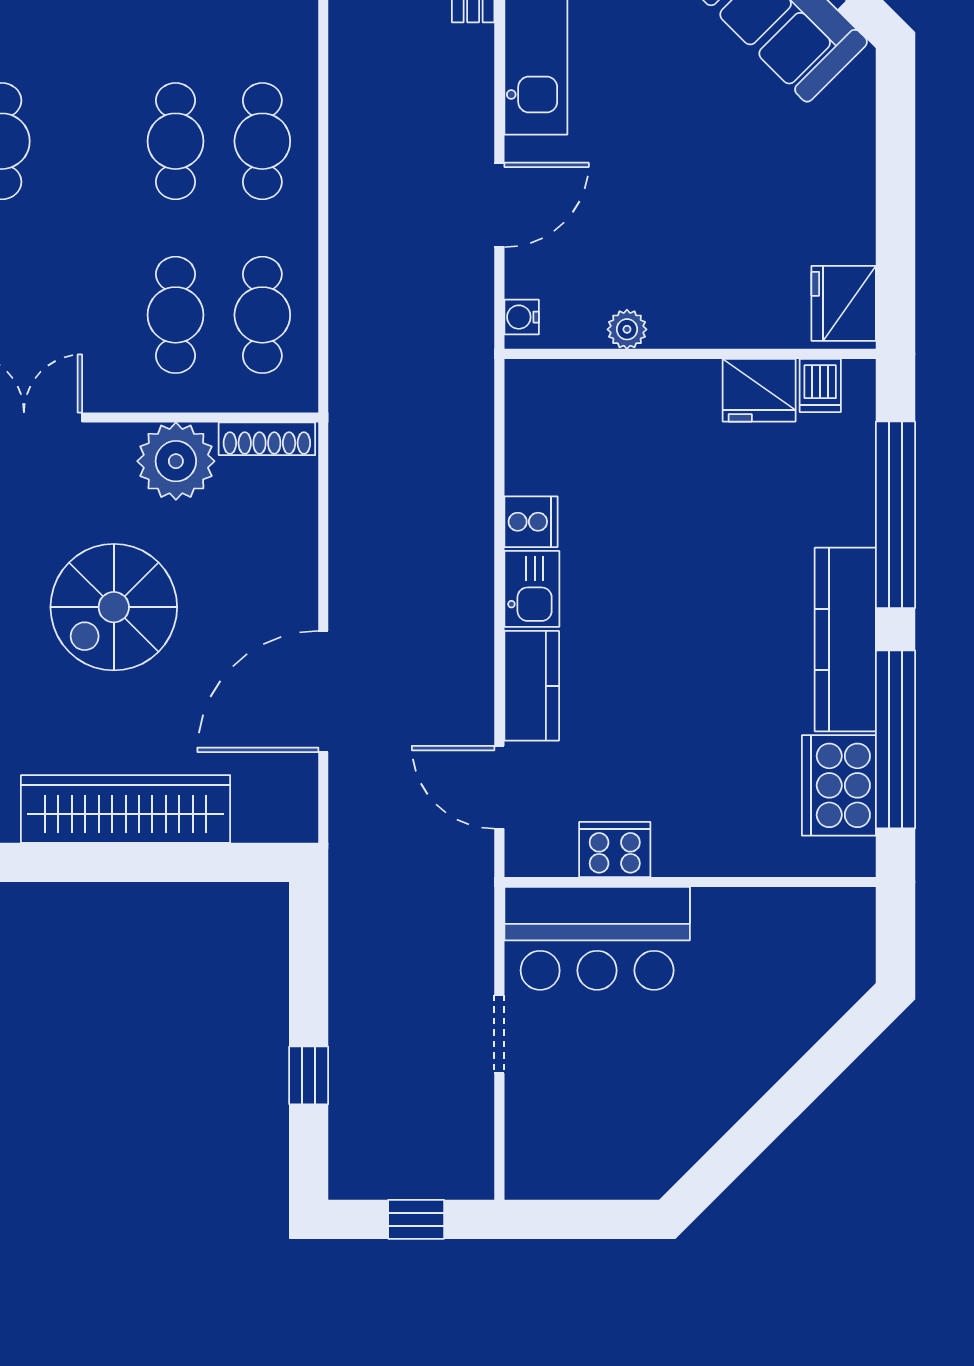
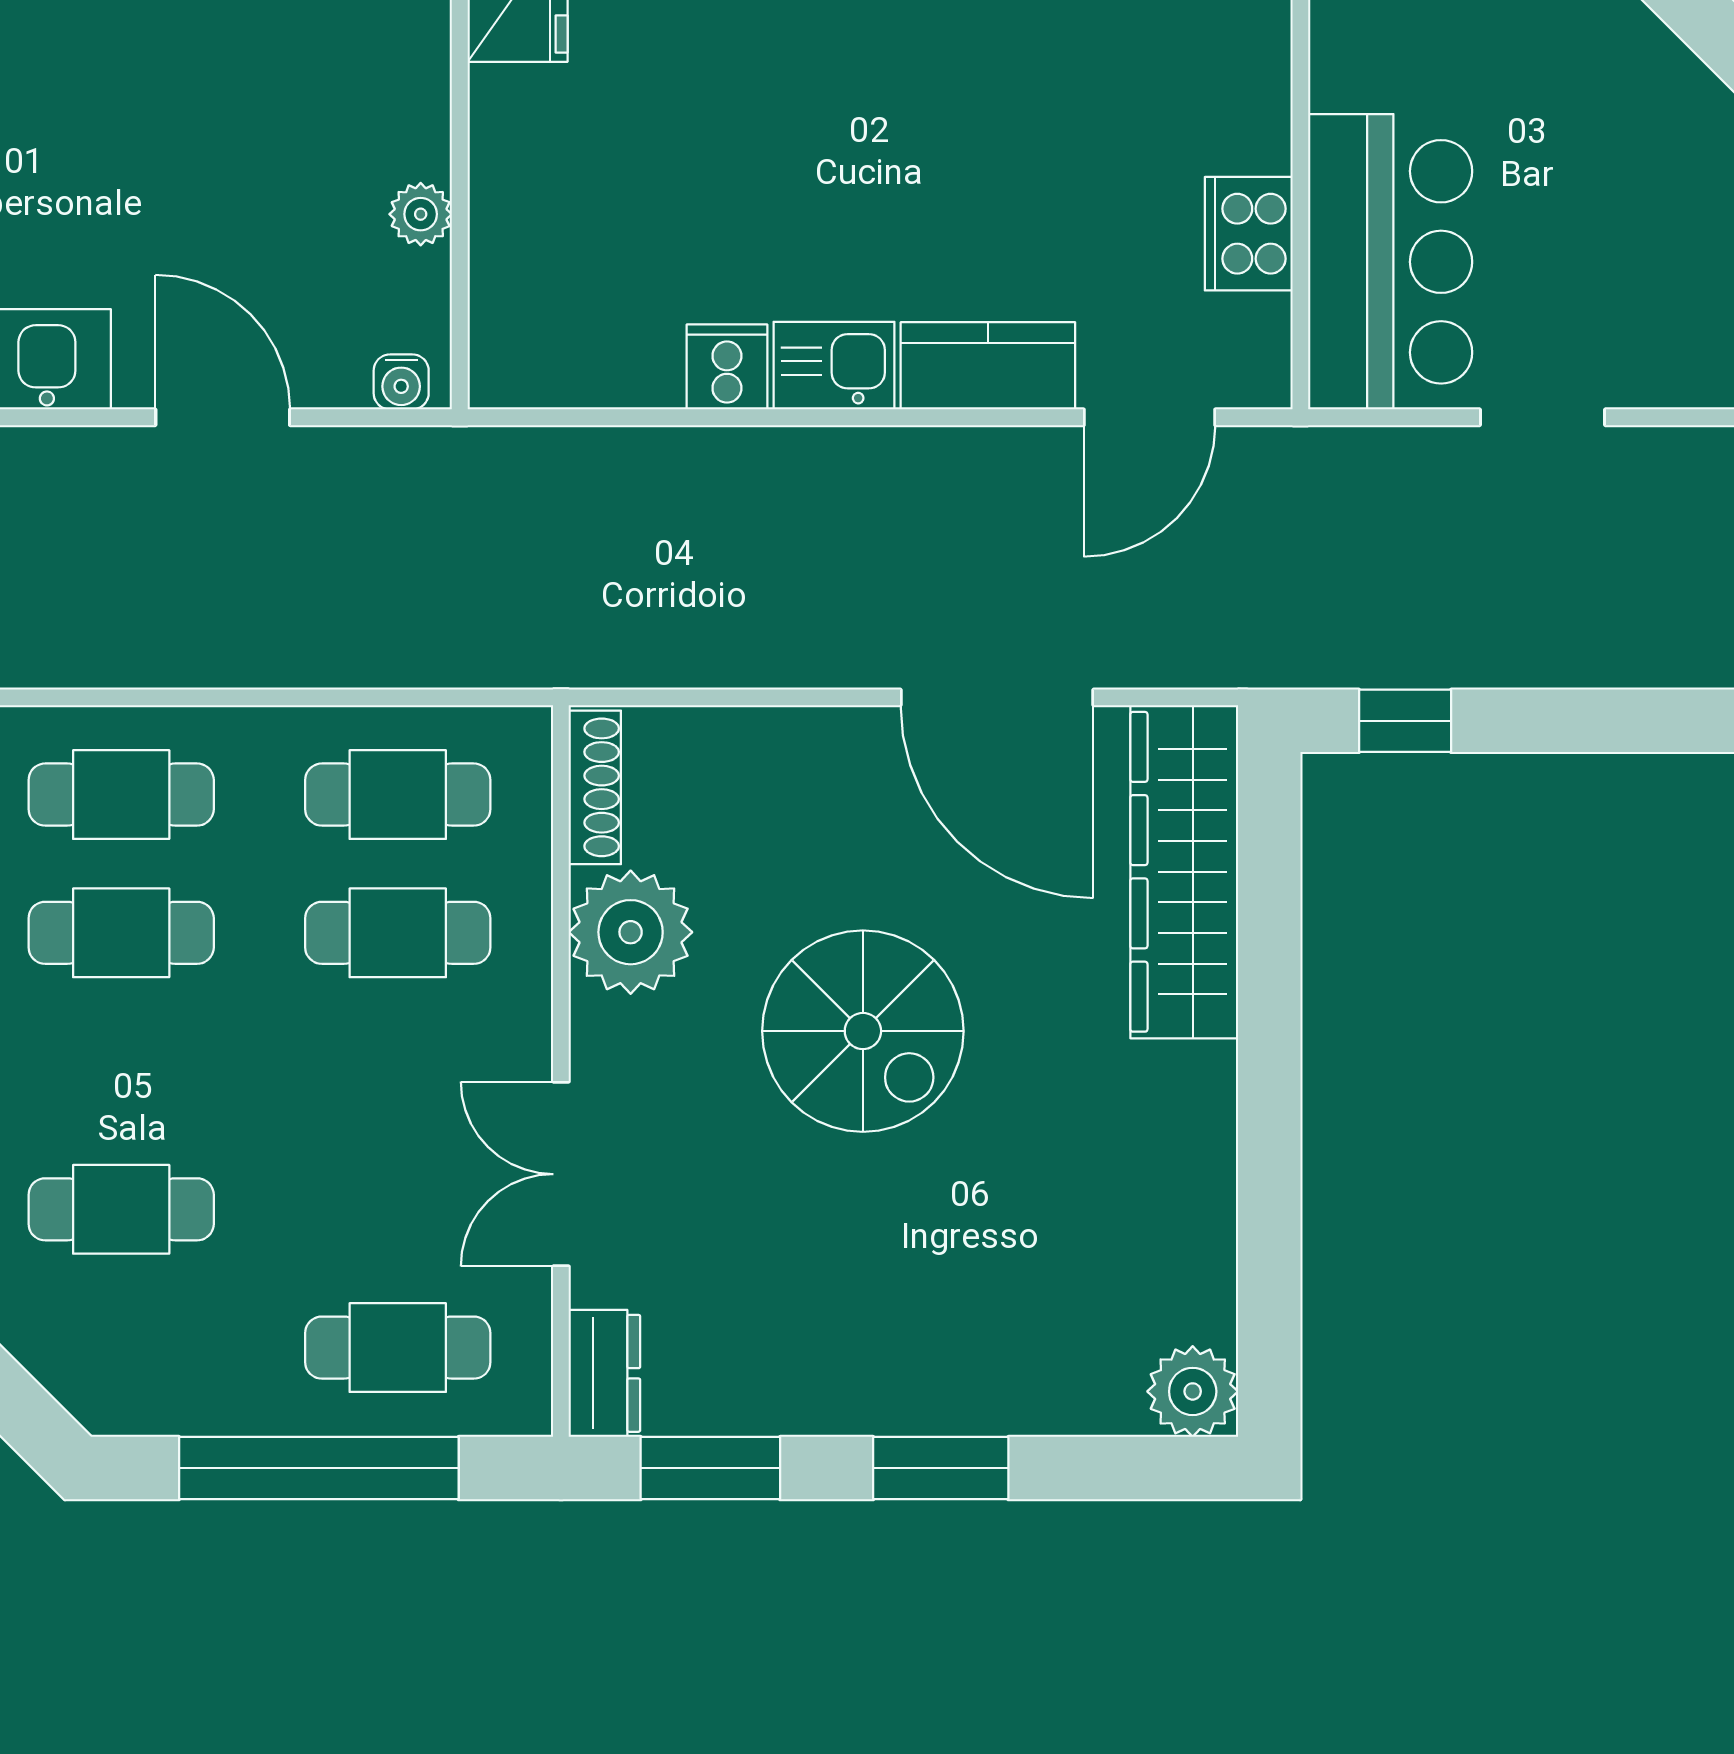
wardrobe: (126, 809) -> (1184, 872), moved
window: (309, 1075) -> (1405, 721), moved

